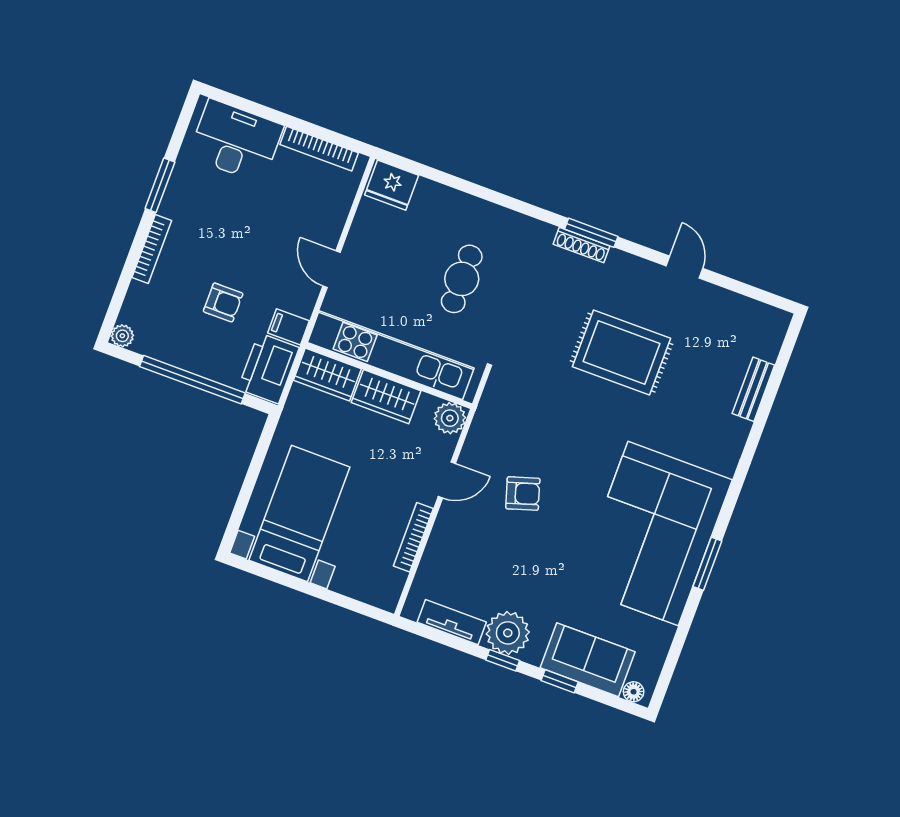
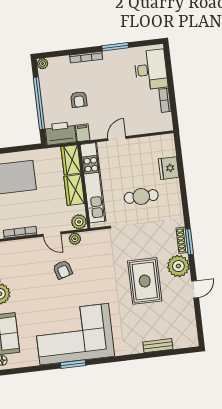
bookcase: (319, 149) -> (165, 100), width x0.64
fridge: (392, 185) -> (169, 168), moved
plant: (626, 276) -> (178, 266), added
plant: (477, 442) -> (75, 239), added

